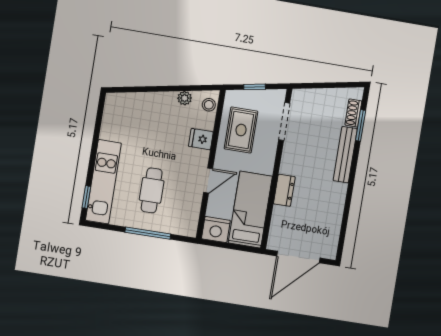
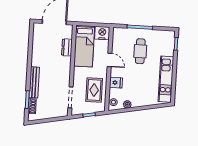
door: (208, 180) -> (109, 60), swing flipped
kitchen unit: (103, 182) -> (166, 79), moved
dresser: (284, 190) -> (67, 47), moved

